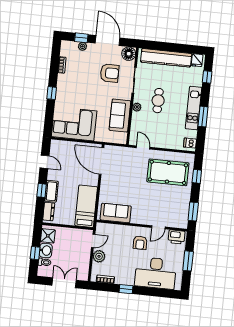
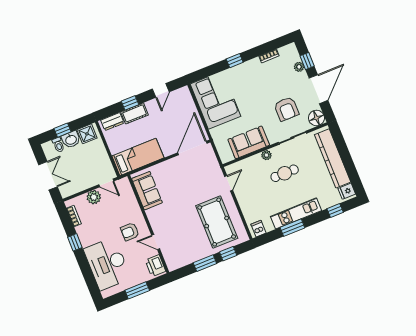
window: (193, 212) -> (205, 263), moved

